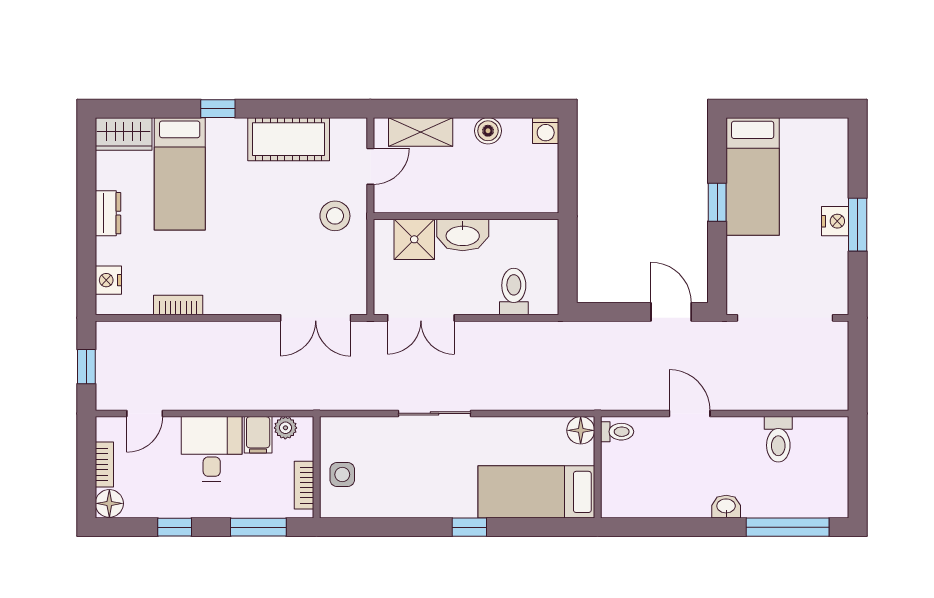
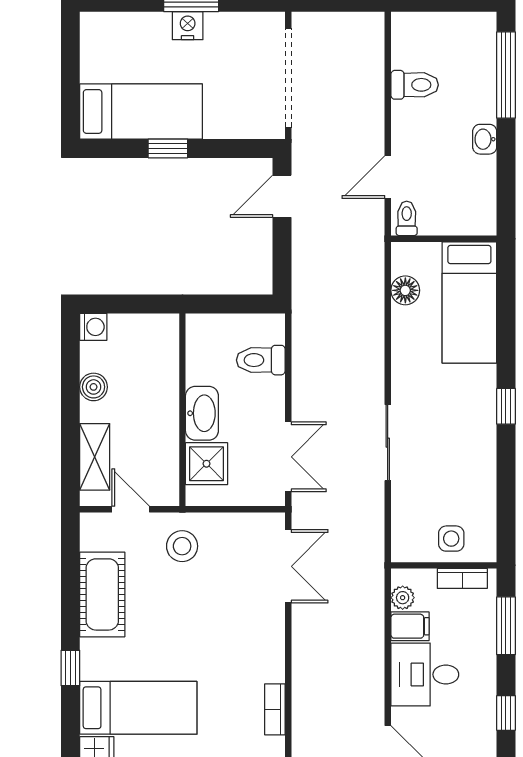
toilet: (617, 432) -> (407, 218), moved
wall: (598, 467) -> (444, 239), moved
bed: (536, 492) -> (469, 302), moved

